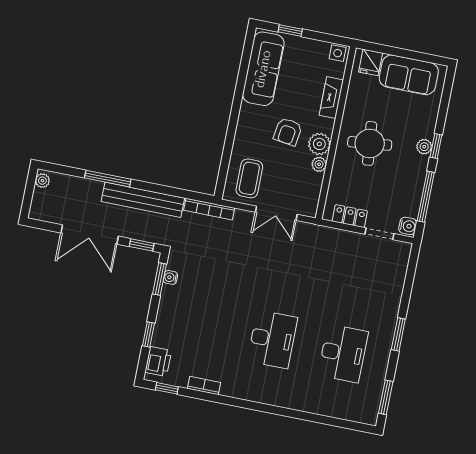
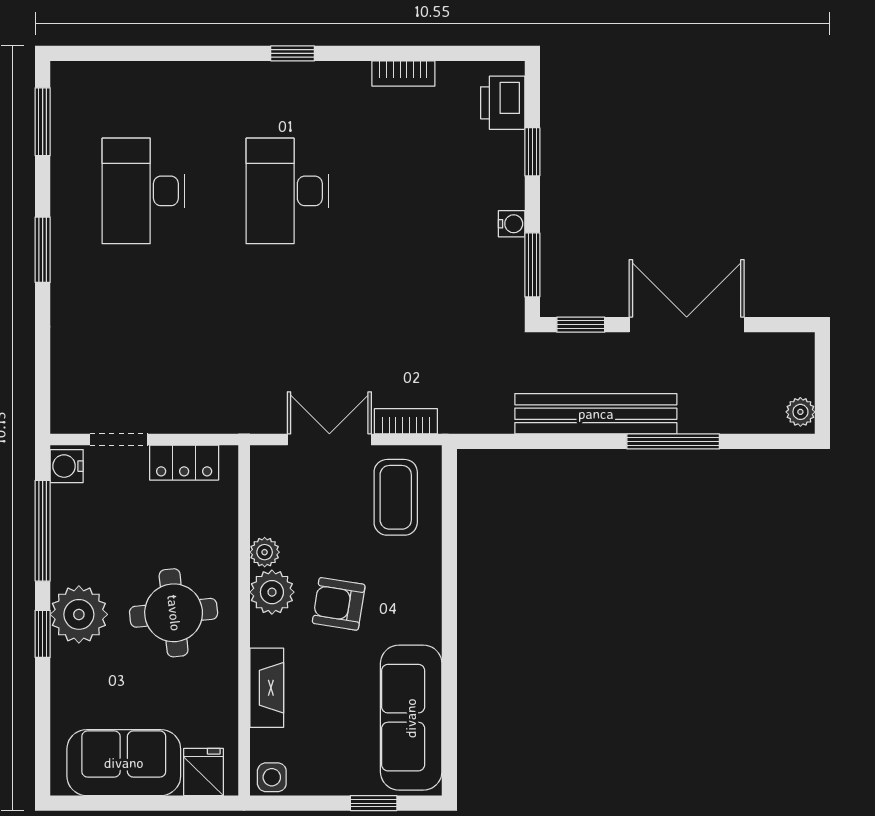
armchair: (288, 132) -> (339, 604), turned -89
plant: (424, 147) -> (79, 614), width x1.87, depth x1.87
bookcase: (209, 209) -> (406, 421), moved, width x0.64
water cooler: (170, 277) -> (512, 224), moved
window: (167, 388) -> (293, 53), moved

